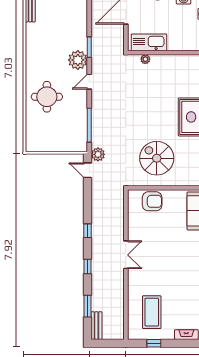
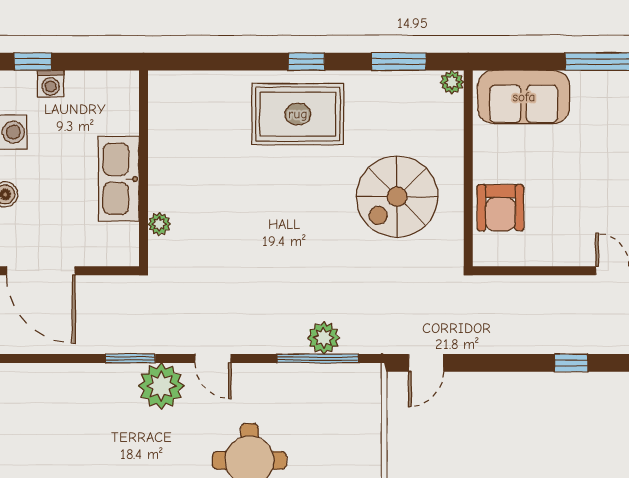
kitchen sink: (149, 42) -> (119, 179), moved
plant: (98, 154) -> (324, 338), moved
armchair: (152, 201) -> (501, 208), turned 180

